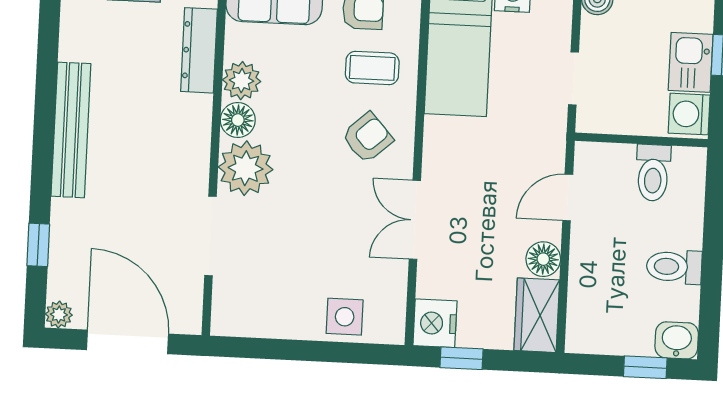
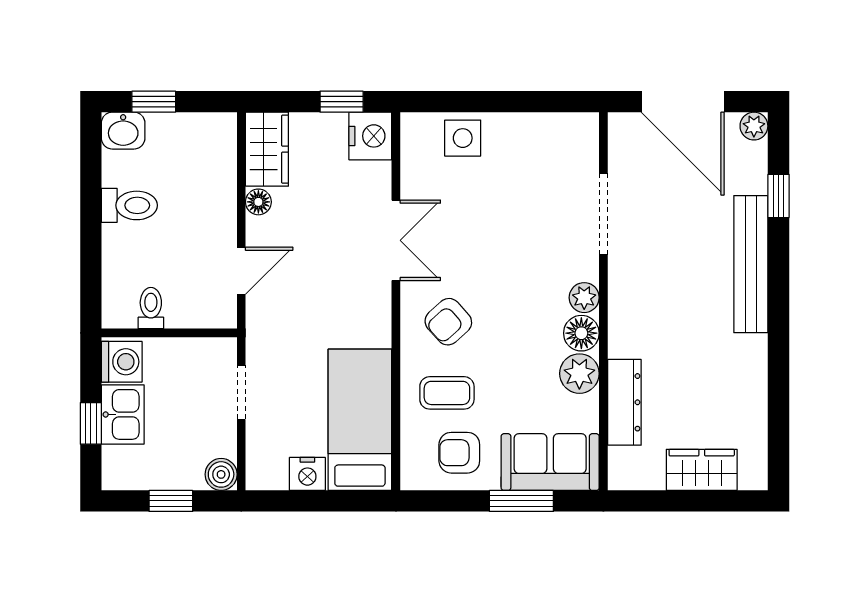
bench: (71, 130) -> (751, 264), moved
plant: (246, 168) -> (584, 298), width x0.53, depth x0.53
toilet: (653, 173) -> (151, 308), width x0.73, depth x0.72
floor lamp: (543, 259) -> (258, 202), width x0.73, depth x0.73

